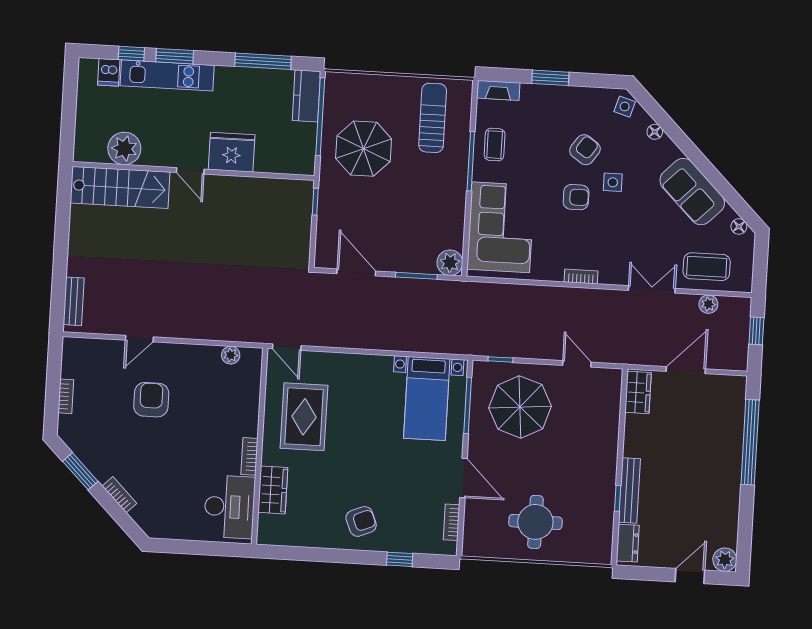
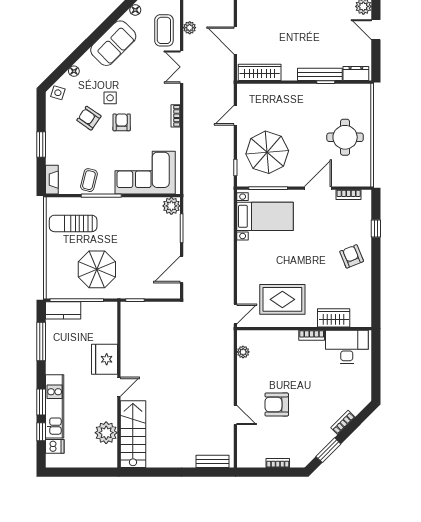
coffee table: (495, 145) -> (89, 180), turned -76
wardrobe: (638, 392) -> (260, 72), width x1.50

